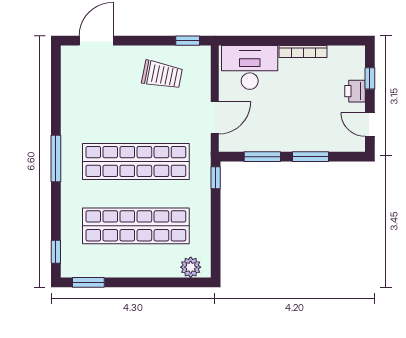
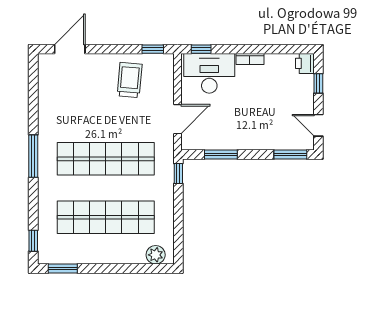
window: (241, 41) -> (201, 49), added
bookcase: (303, 52) -> (250, 59), width x0.64
trolley: (162, 75) -> (130, 80), turned -96
printer: (355, 91) -> (305, 63), moved
window: (310, 157) -> (290, 154), moved

